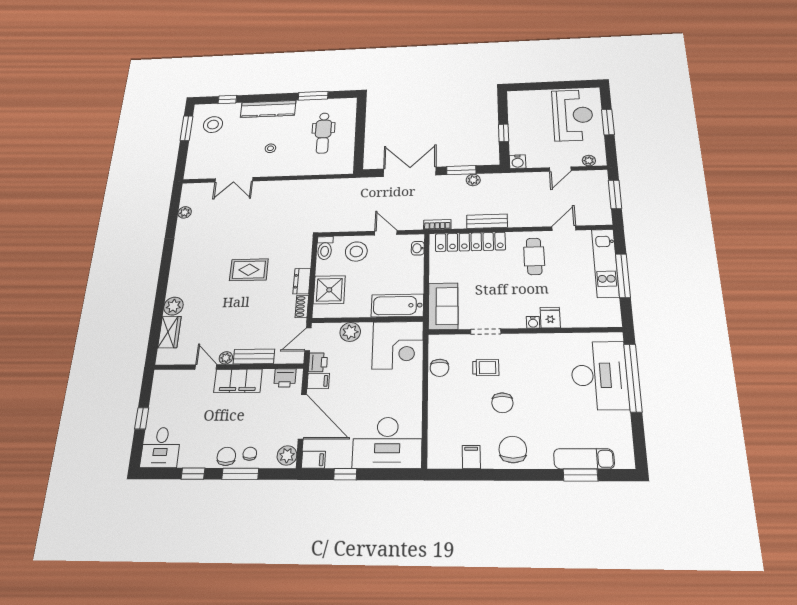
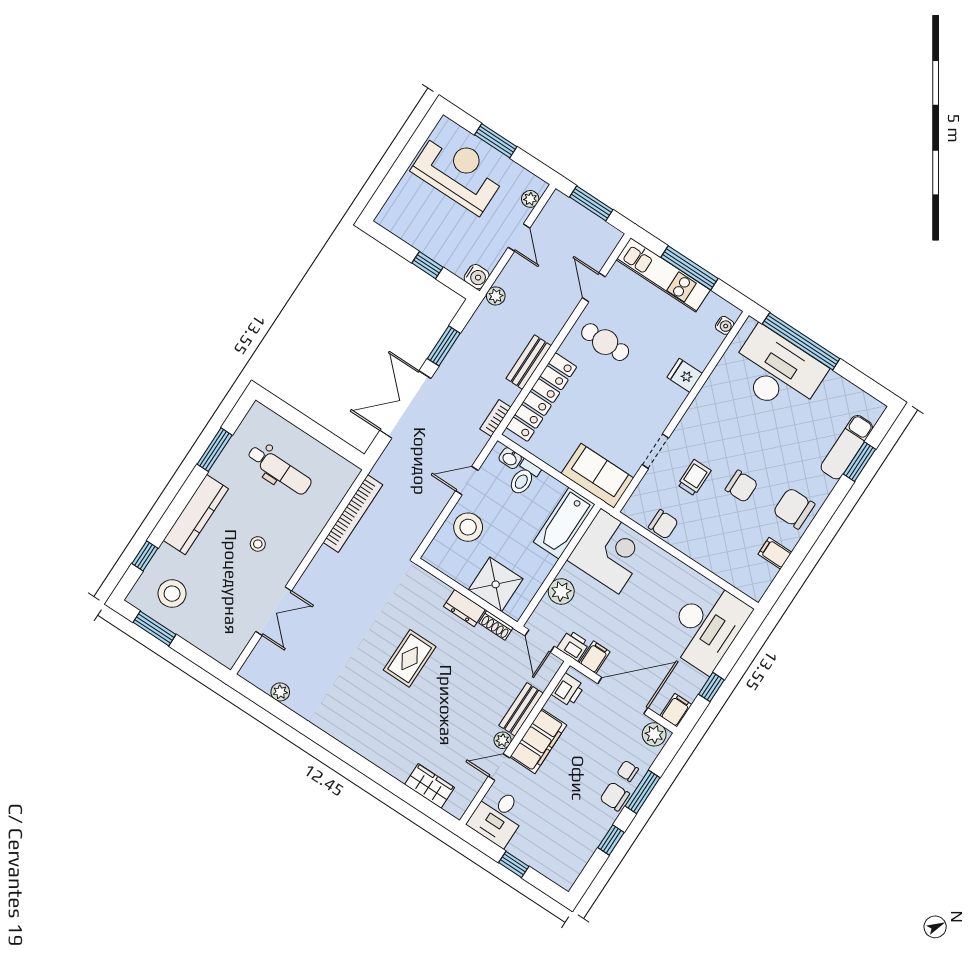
plant: (473, 180) -> (496, 296), moved
bookcase: (322, 185) -> (353, 514), added
toilet: (325, 248) -> (524, 478), moved, turned 90
plant: (173, 306) -> (399, 766), removed
water cooler: (533, 322) -> (725, 325), moved
desk: (161, 448) -> (498, 817), moved, turned 90

